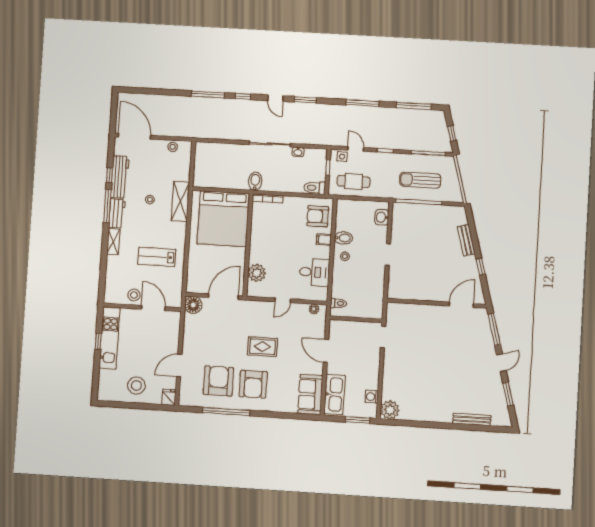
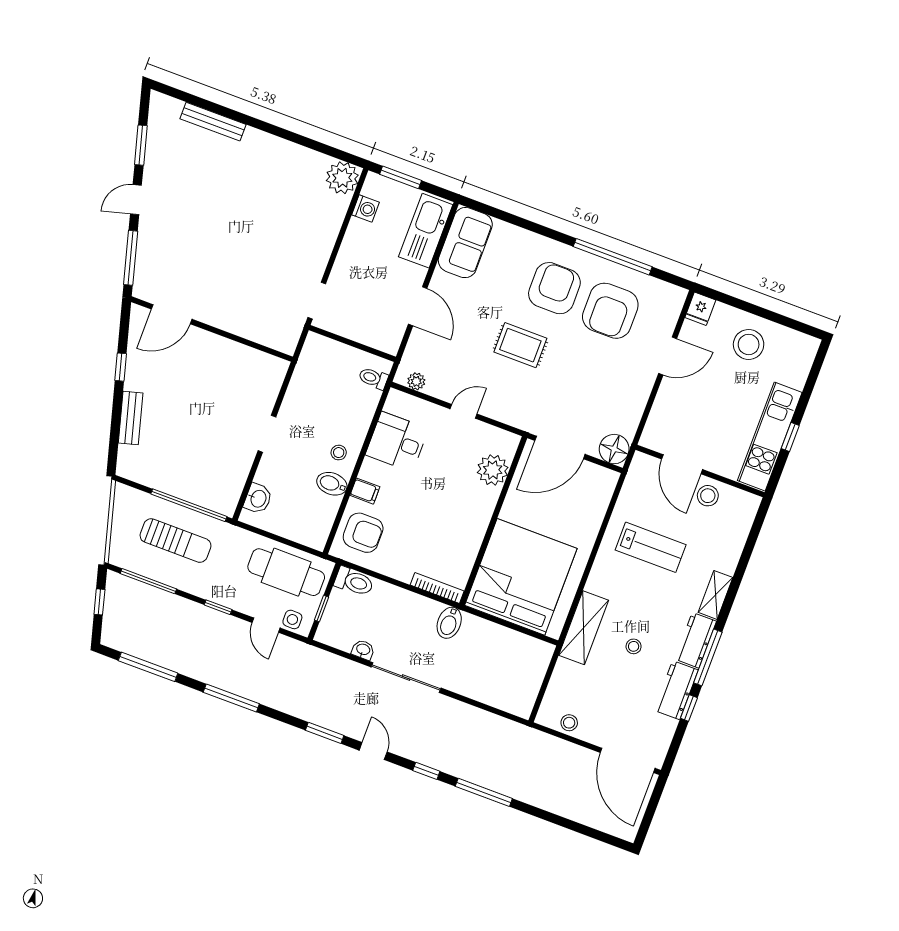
workbench: (120, 177) -> (676, 690), width x0.73
cafe table: (354, 181) -> (286, 572), width x1.37, depth x1.35

